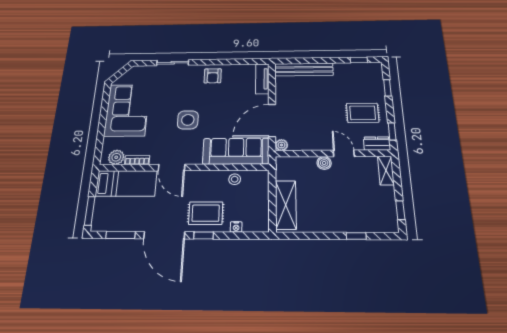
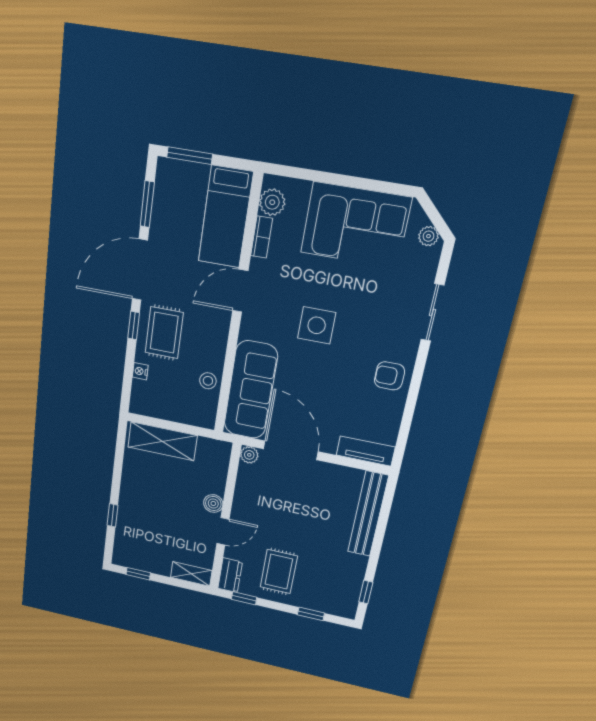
plant: (131, 74) -> (428, 236), added

